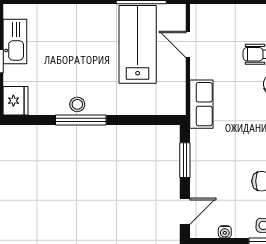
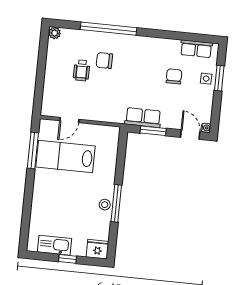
row of seats: (201, 104) -> (143, 118), moved
water cooler: (225, 232) -> (206, 128), moved

